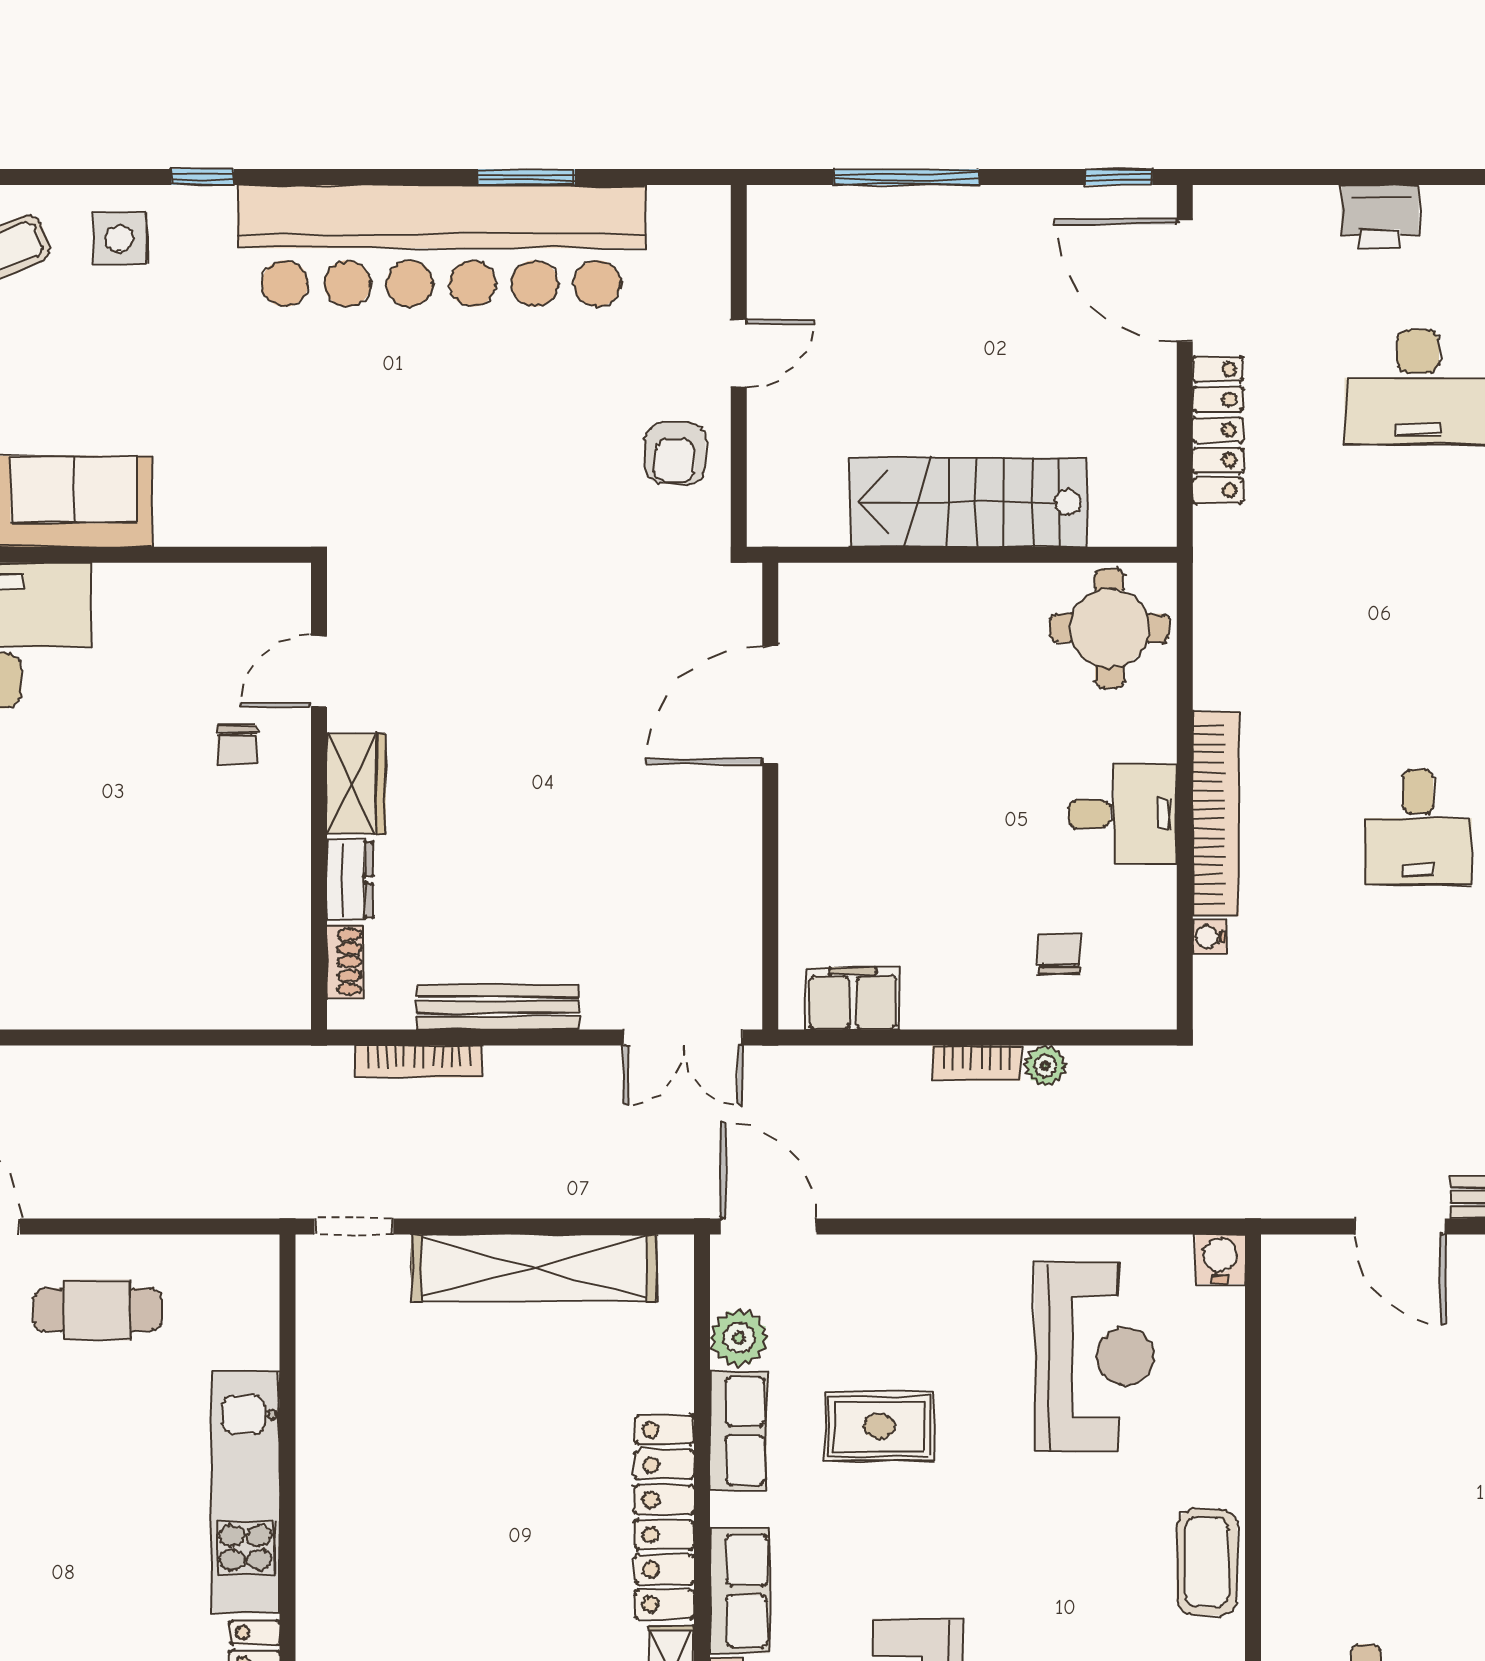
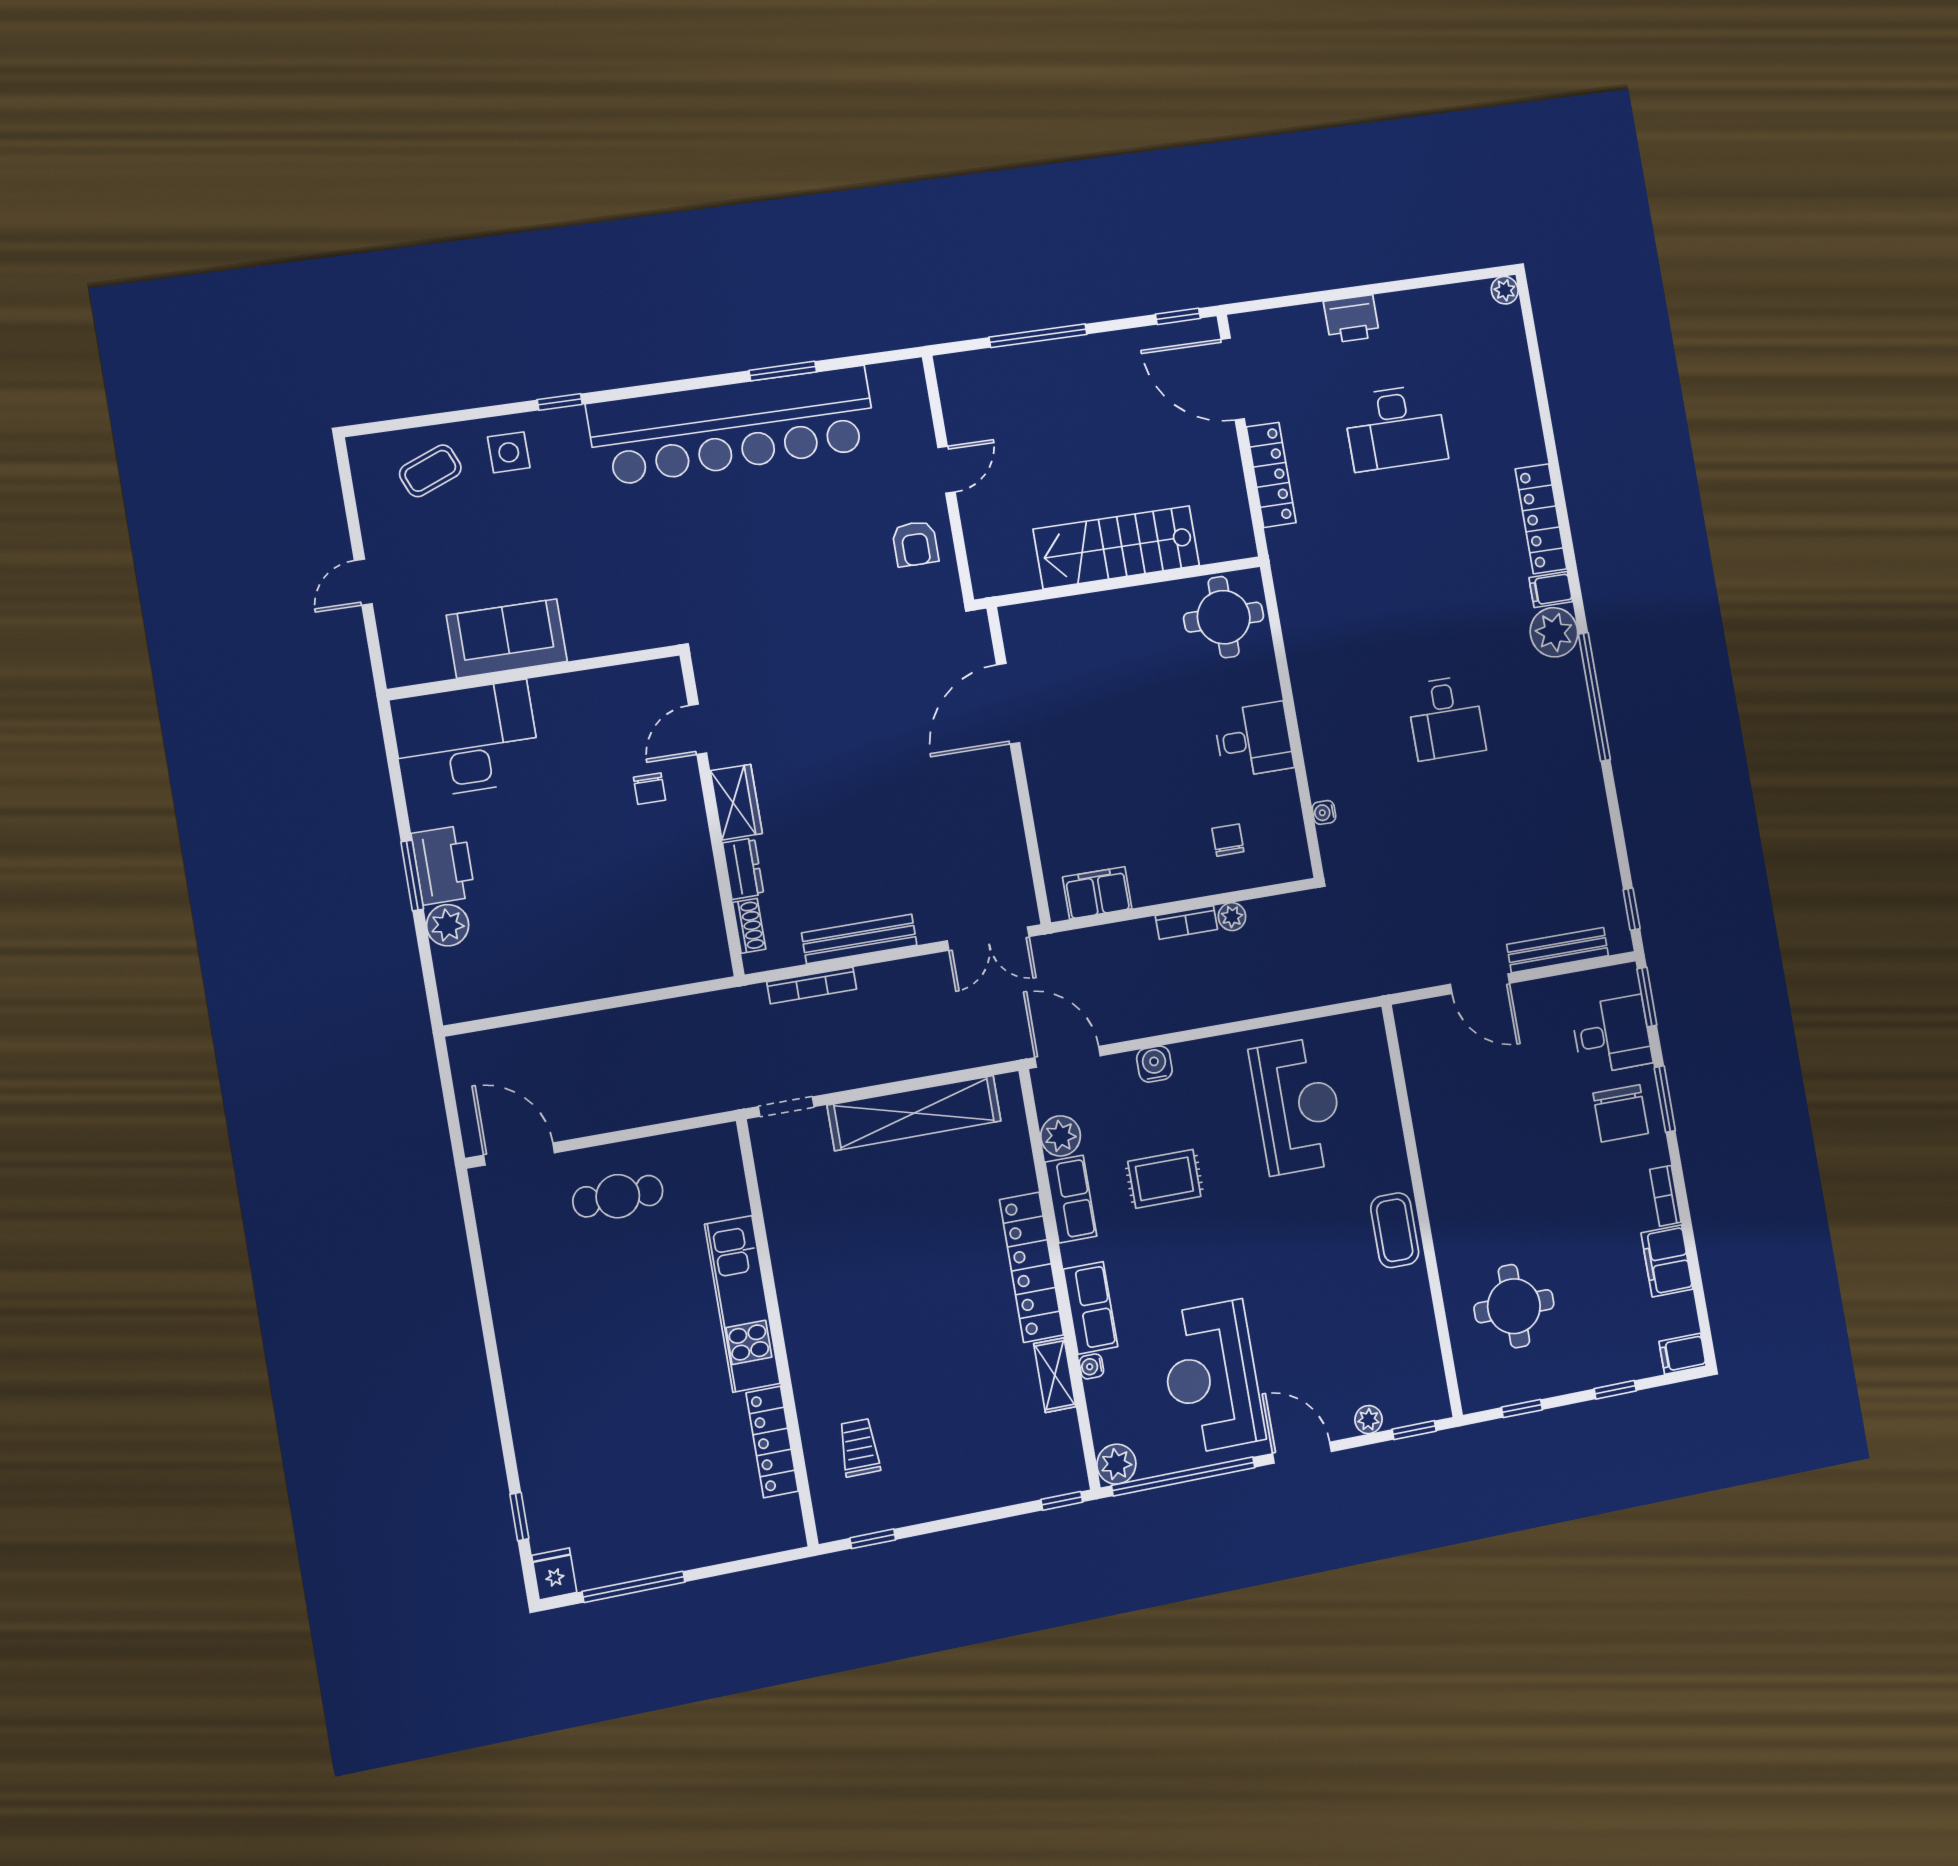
bookcase: (1216, 814) -> (1314, 730), removed
water cooler: (1220, 1259) -> (1154, 1064), moved

